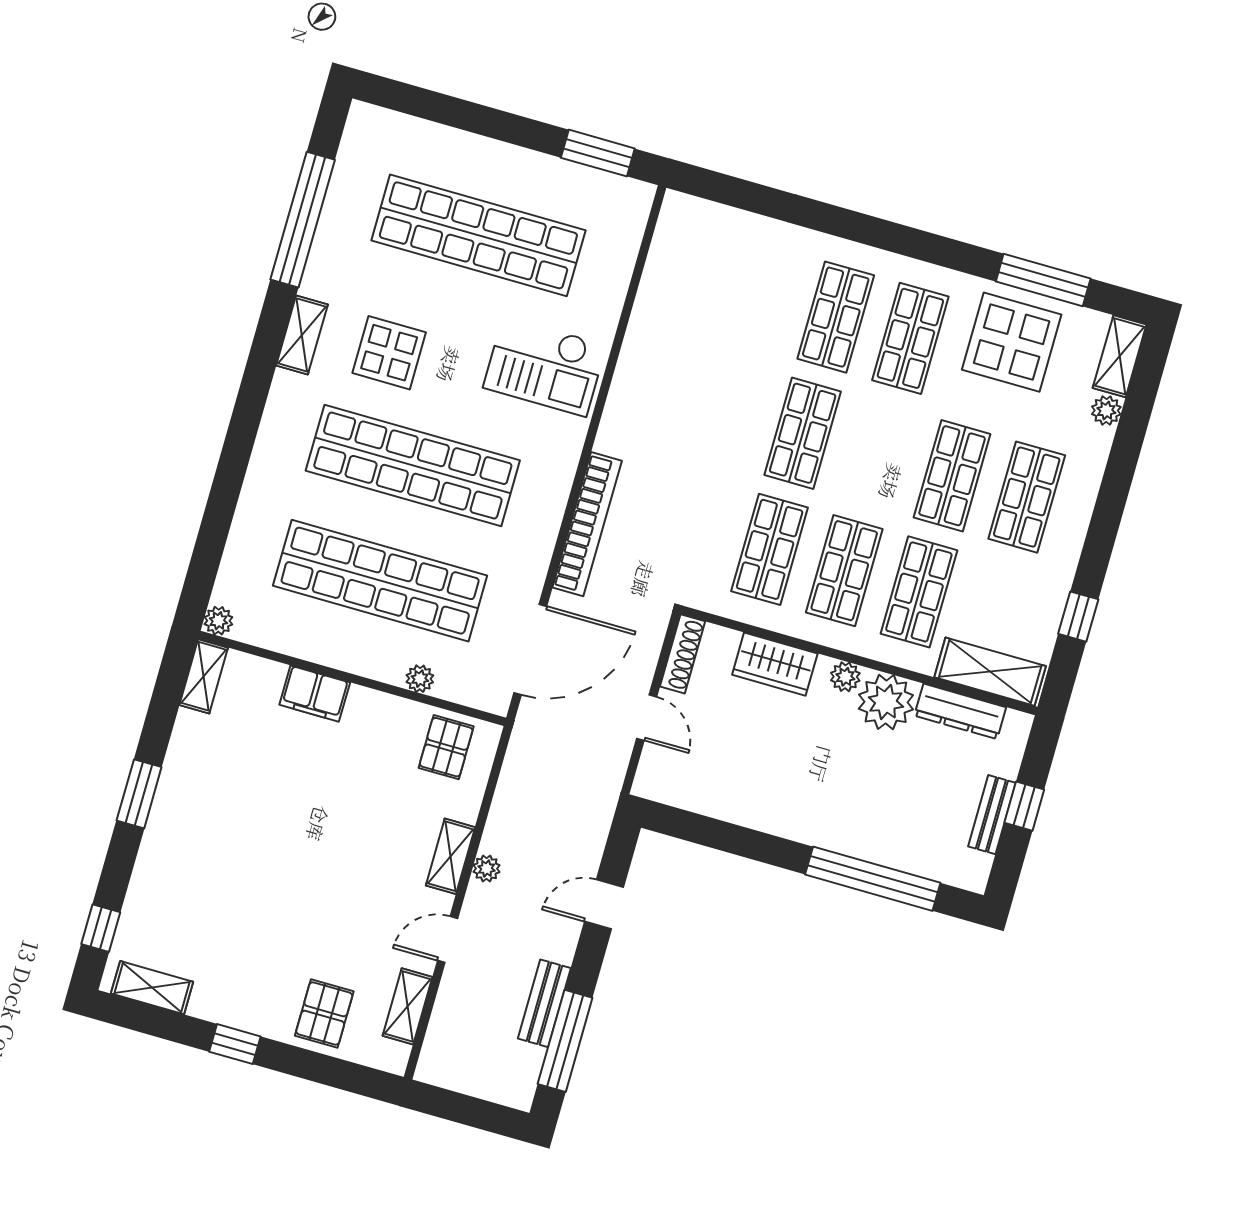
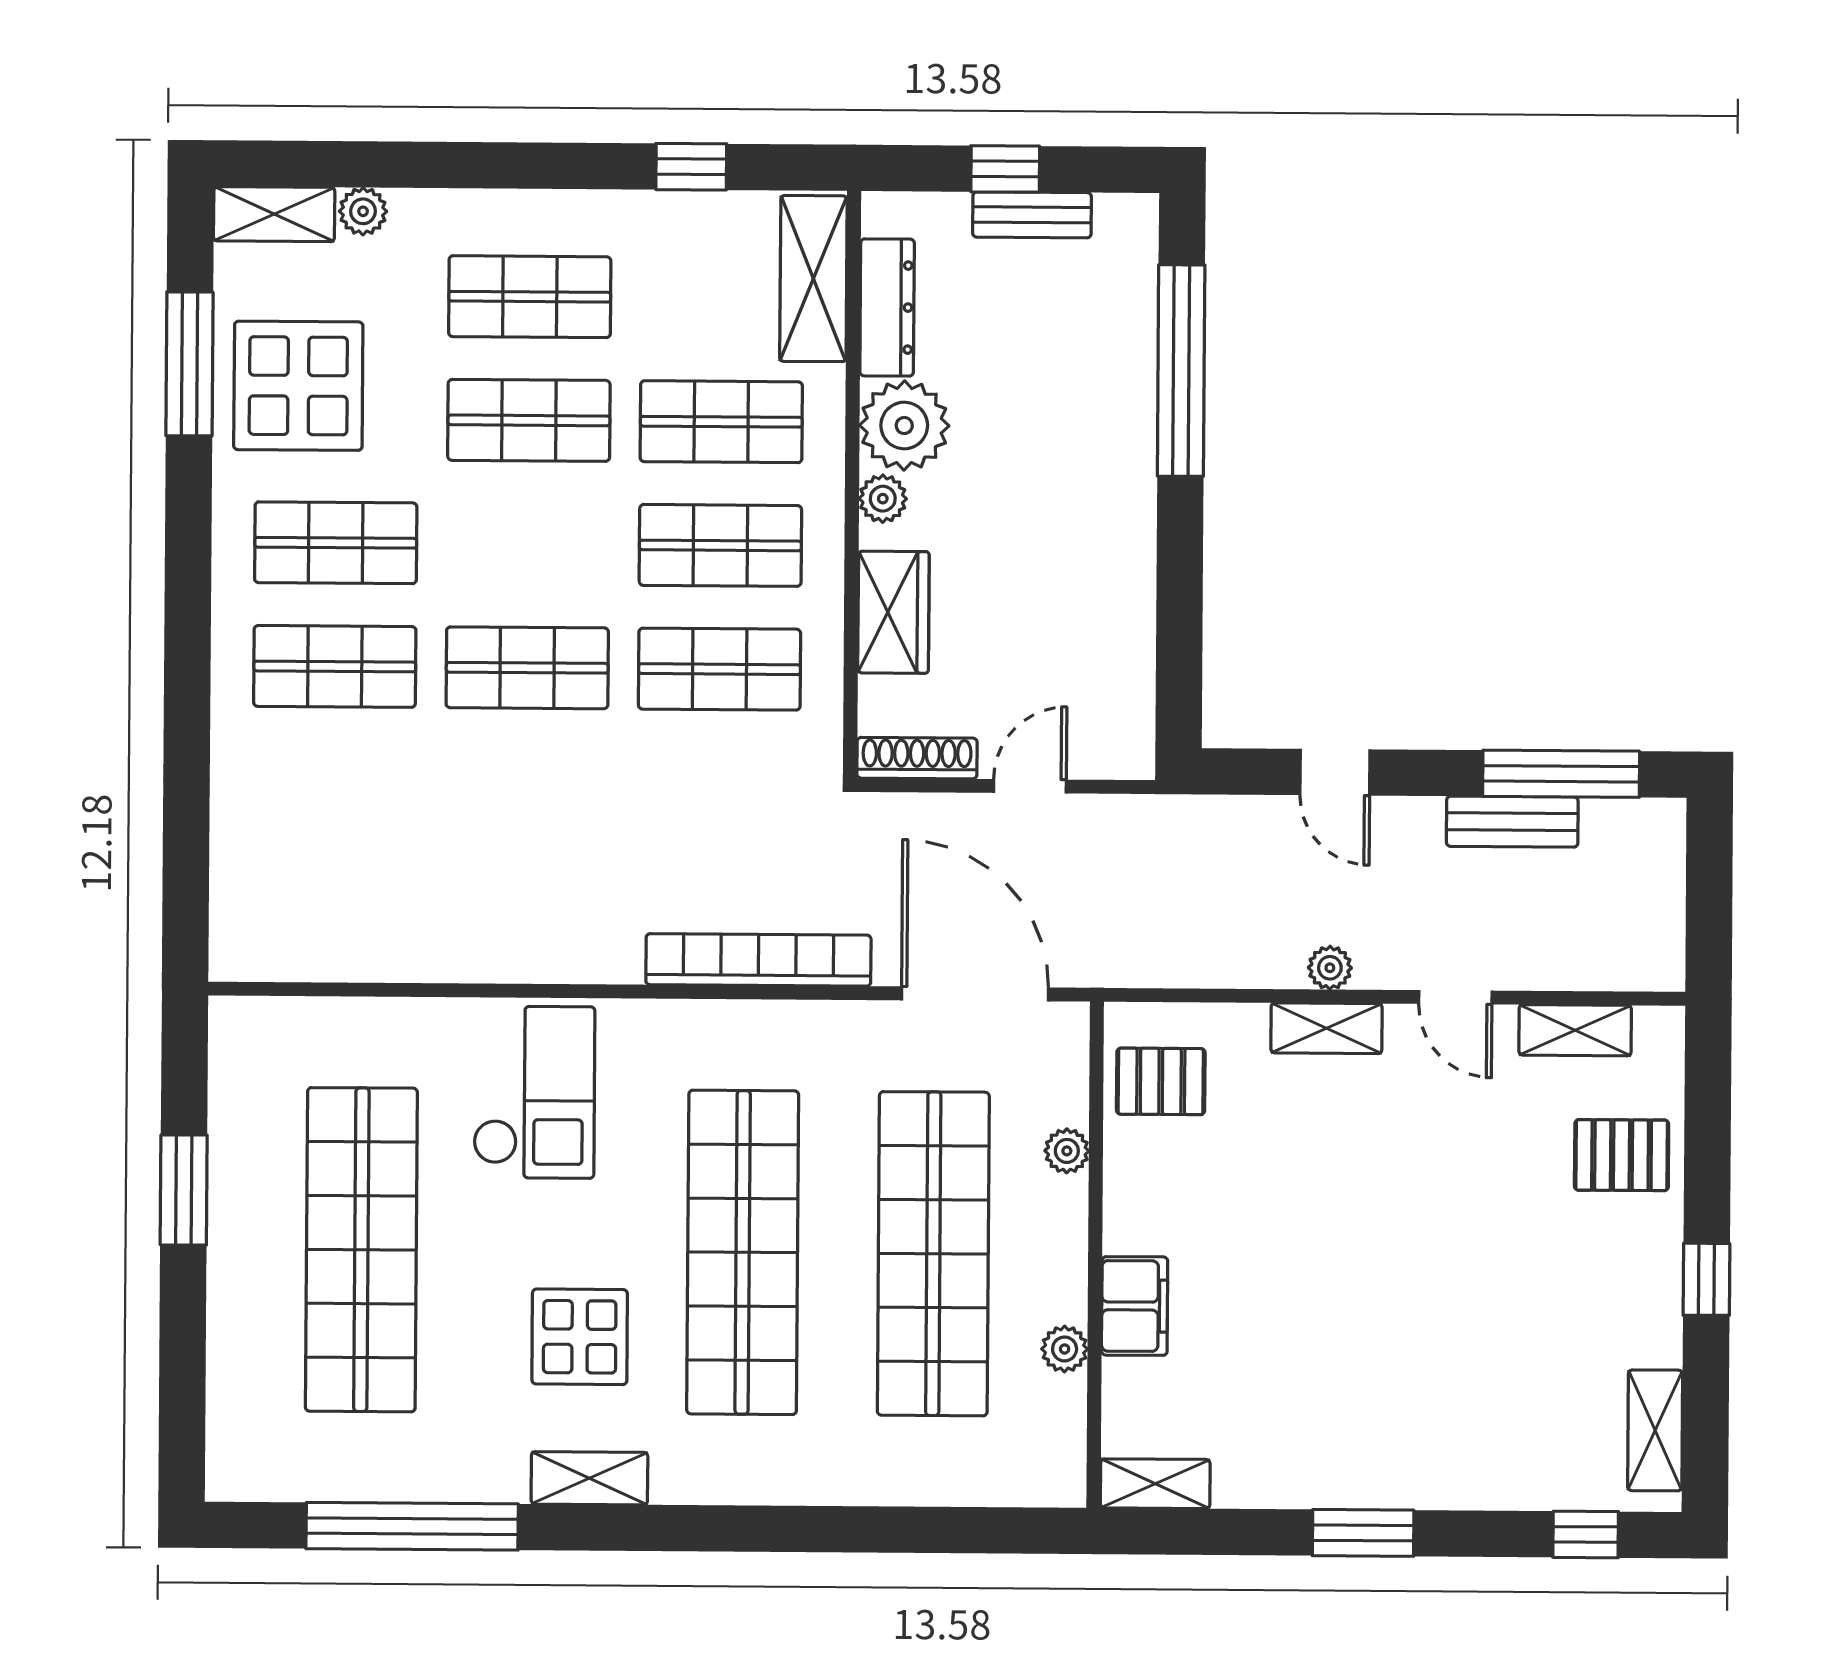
window: (598, 153) -> (184, 1190), moved
plant: (218, 621) -> (1065, 1349), moved

